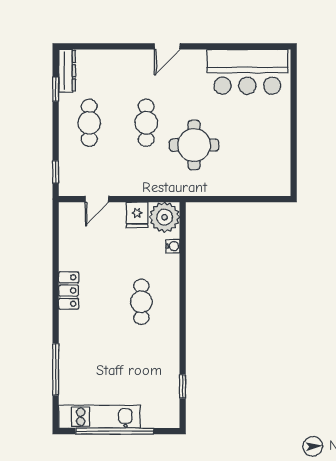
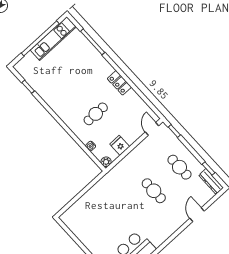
door: (167, 46) -> (197, 215), moved
round table: (194, 145) -> (123, 201), removed
door: (97, 199) -> (152, 129), moved
plant: (165, 217) -> (106, 162), width x0.53, depth x0.53
cafe table: (141, 302) -> (96, 114), moved, turned 90

